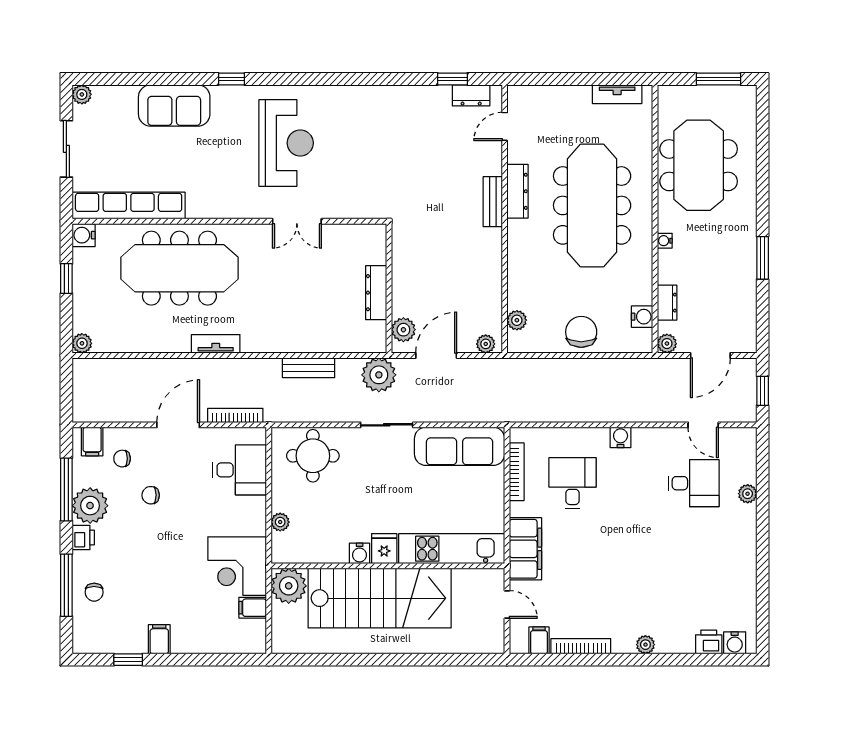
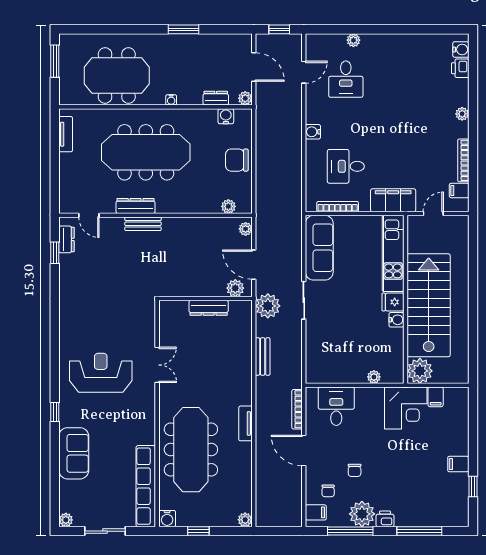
round table: (313, 456) -> (326, 353), removed
desk: (694, 483) -> (346, 79), turned 180
chair: (94, 592) -> (424, 511), removed

